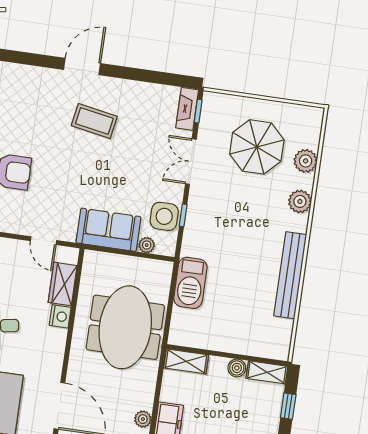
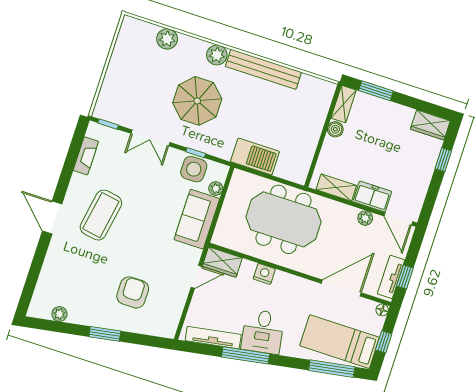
fireplace: (187, 109) -> (86, 156), moved, turned -90
coffee table: (94, 121) -> (101, 215), width x1.36, depth x1.32
parasol: (257, 147) -> (197, 101), moved
plant: (300, 201) -> (217, 55), moved
wardrobe: (63, 284) -> (222, 262), moved
shelving: (186, 361) -> (336, 188), moved, turned 90
window: (288, 406) -> (376, 91), width x1.50

